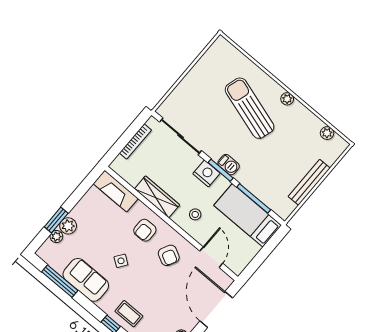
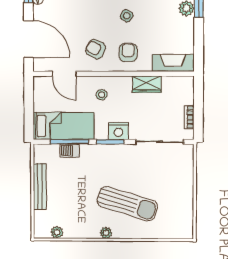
bookcase: (135, 141) -> (189, 117), width x0.64
barbecue: (229, 165) -> (70, 151), moved
wardrobe: (157, 197) -> (147, 84), width x0.67

